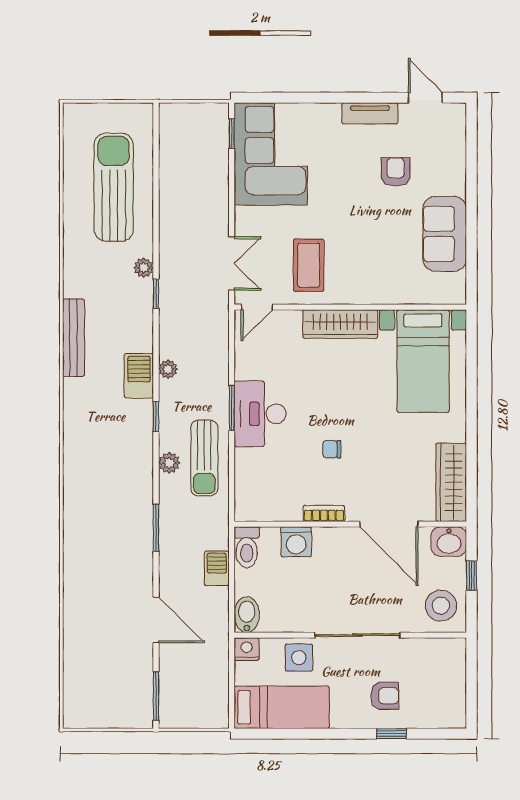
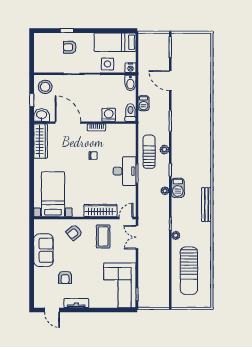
armchair: (375, 274) -> (74, 232), added
wardrobe: (340, 324) -> (101, 211), moved

